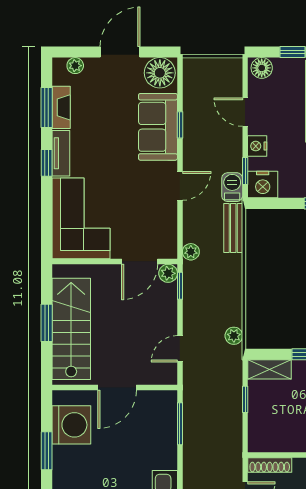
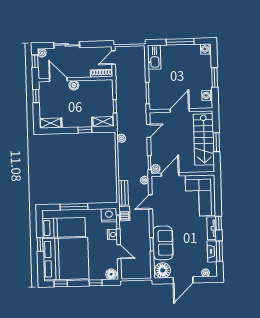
door: (180, 186) -> (151, 202), moved
washing machine: (71, 425) -> (207, 95), width x0.53, depth x0.53

